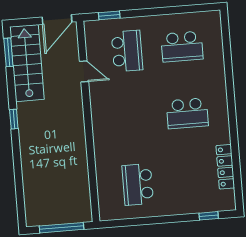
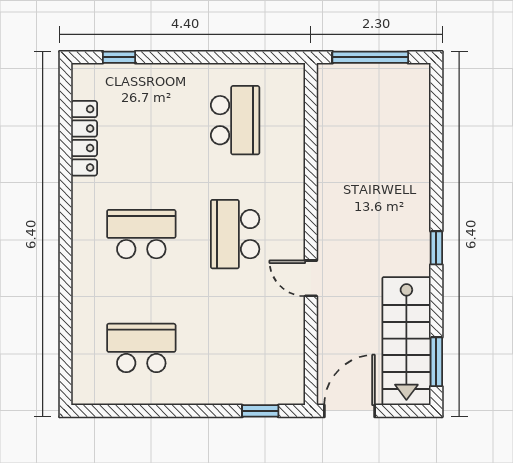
school desk: (127, 51) -> (235, 234), moved
door: (84, 71) -> (311, 278), moved

